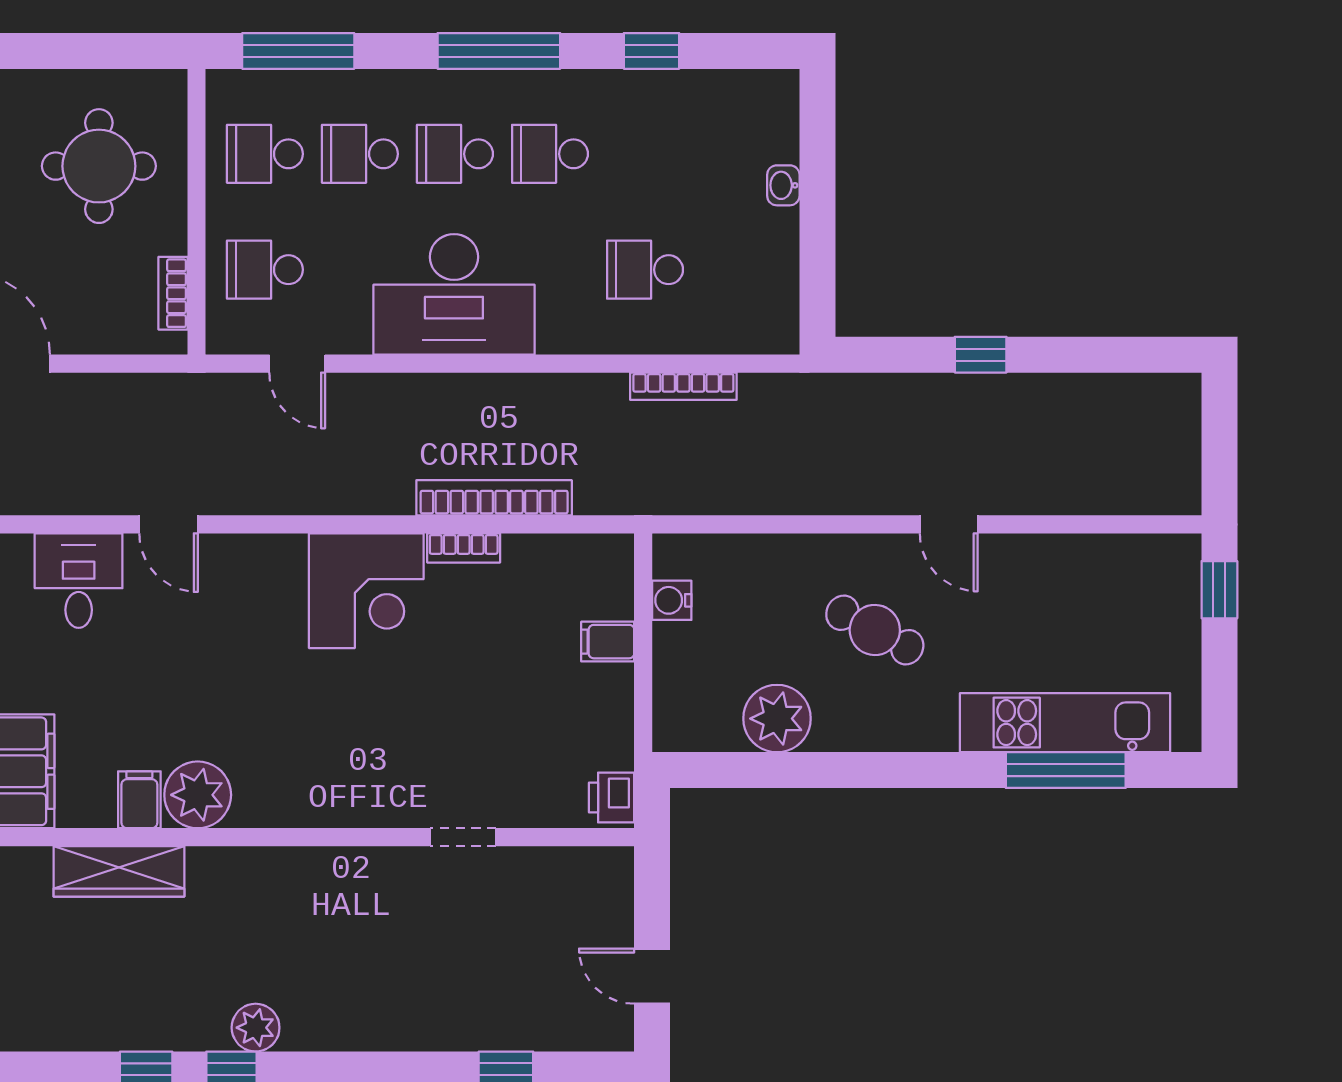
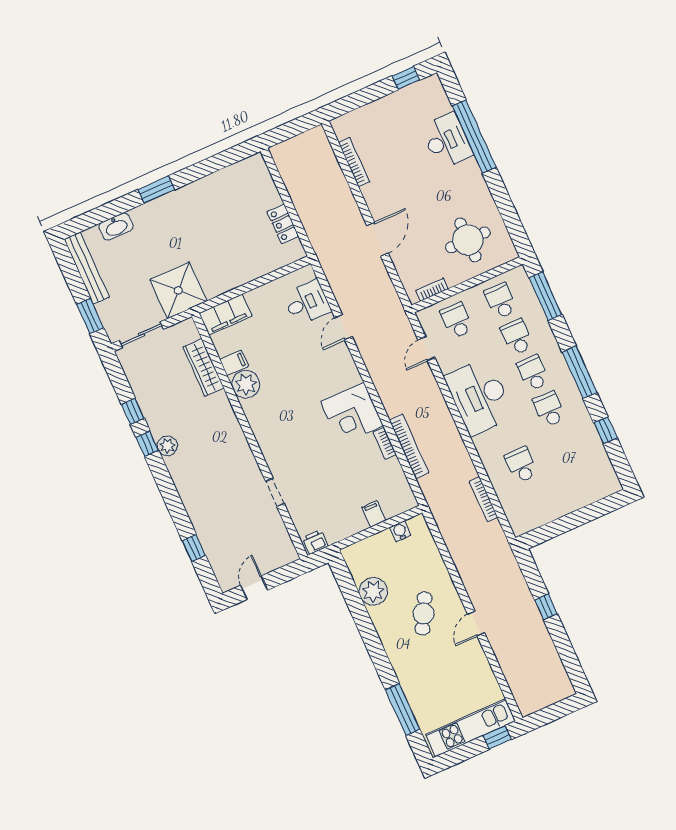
washbasin: (783, 185) -> (577, 503), removed
kitchen unit: (1065, 723) -> (470, 728), moved, turned -90

